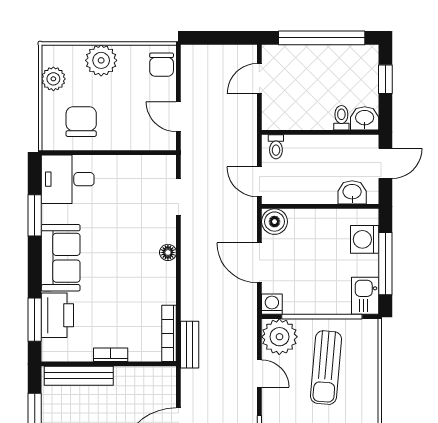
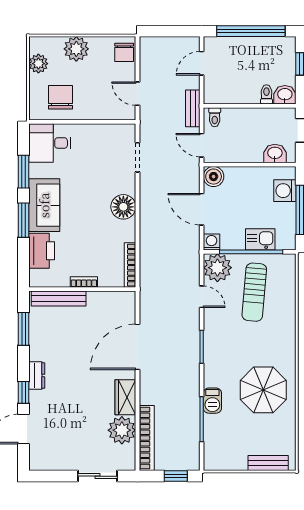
floor lamp: (168, 252) -> (123, 207), width x1.89, depth x1.89
kitchen sink: (365, 296) -> (260, 239), moved, turned 90
window: (35, 320) -> (24, 220), moved
bench: (190, 345) -> (193, 108), moved

